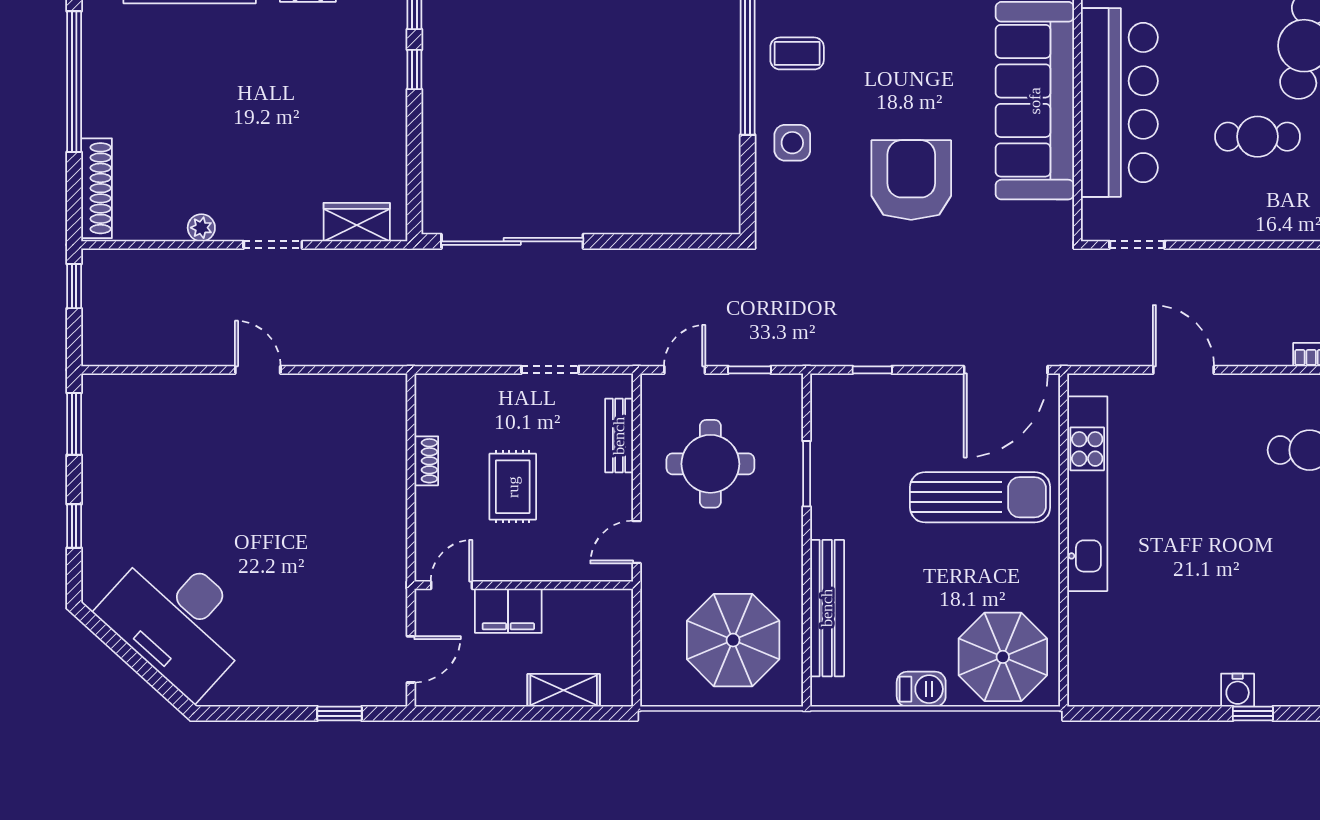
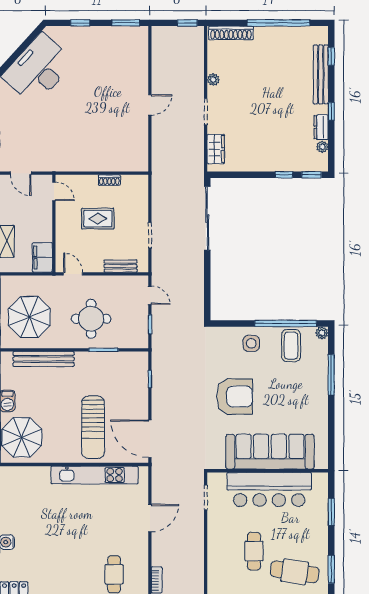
coffee table: (797, 53) -> (291, 346), width x1.36, depth x1.30
round table: (710, 464) -> (91, 319), moved
filing cabinet: (508, 611) -> (42, 257), moved

